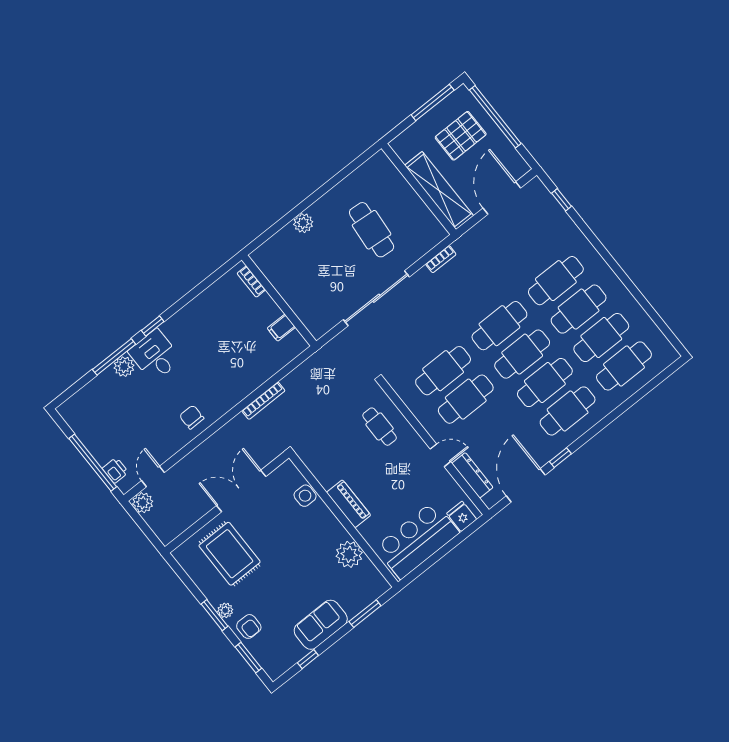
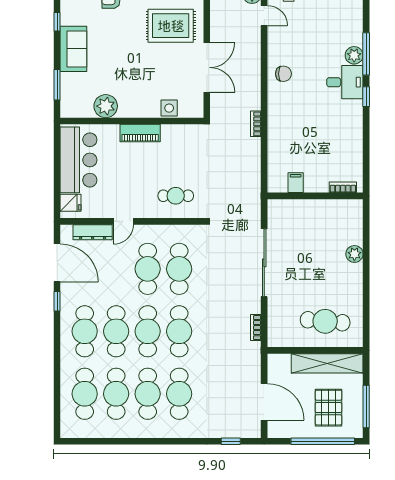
shelving: (439, 191) -> (327, 363), moved
cafe table: (372, 230) -> (325, 321), moved
bookcase: (263, 401) -> (256, 124), width x0.64

